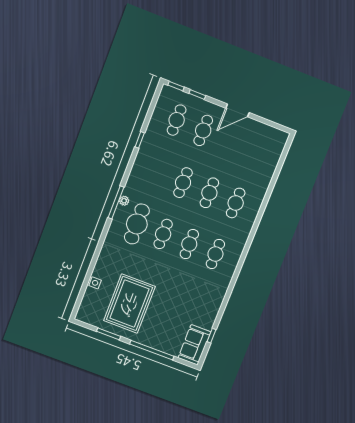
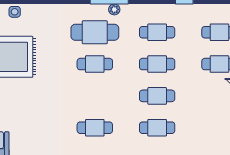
cafe table: (189, 244) -> (157, 32), moved

